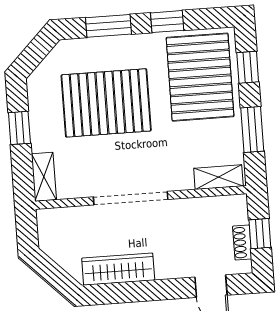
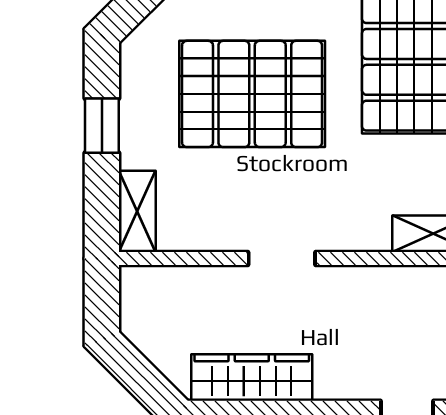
doorway: (131, 198) -> (282, 259), width x0.53

